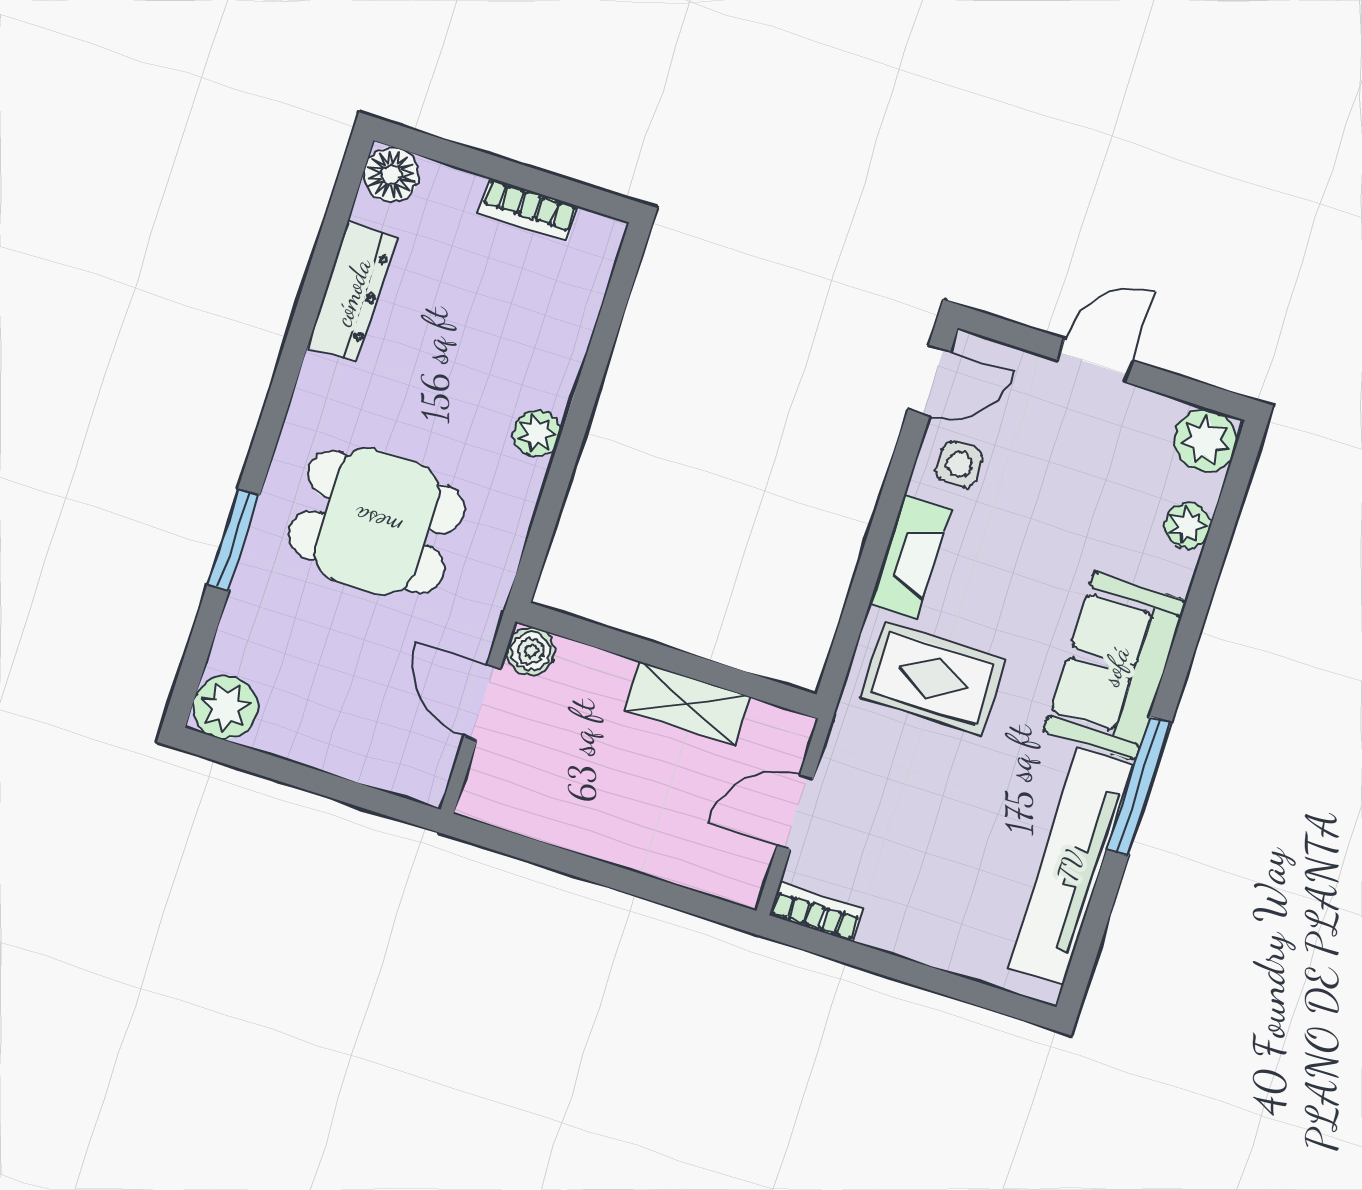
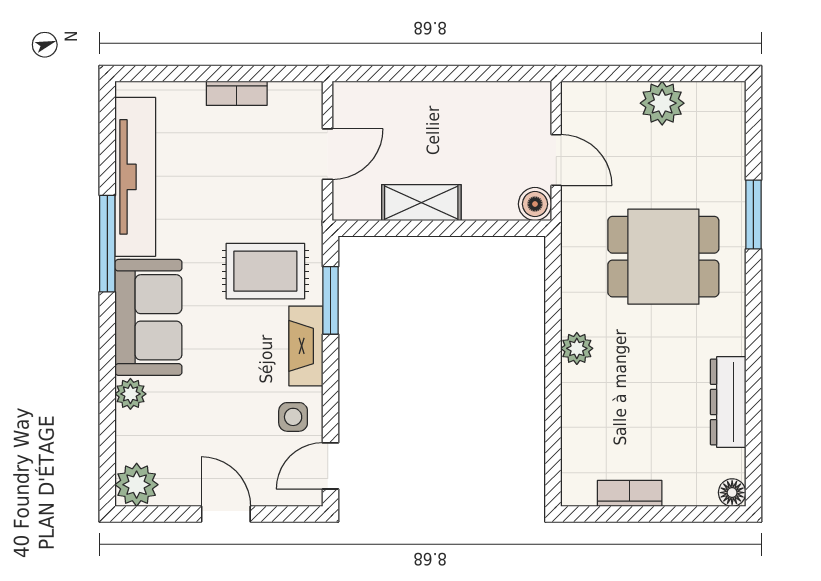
floor lamp: (391, 175) -> (732, 493), width x0.73, depth x0.73
door: (1095, 360) -> (226, 514), swing flipped
plant: (1187, 526) -> (130, 394), moved
window: (856, 609) -> (331, 300), added
plant: (225, 707) -> (662, 103), moved
bookcase: (816, 912) -> (237, 93), moved

